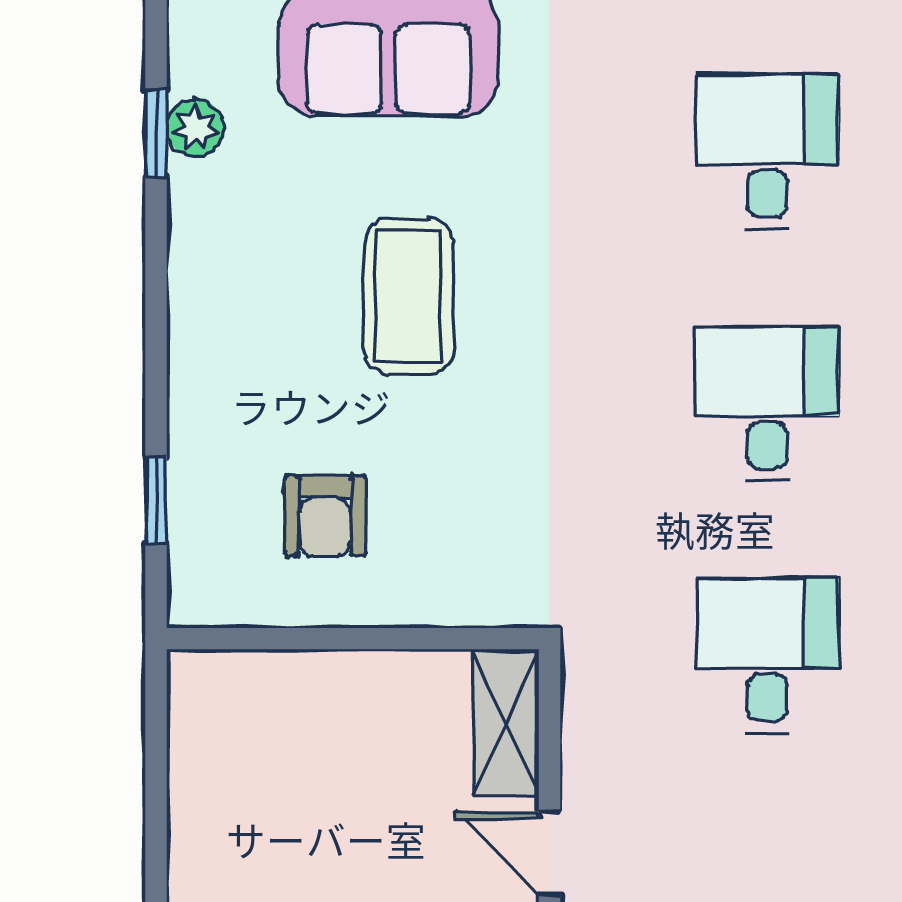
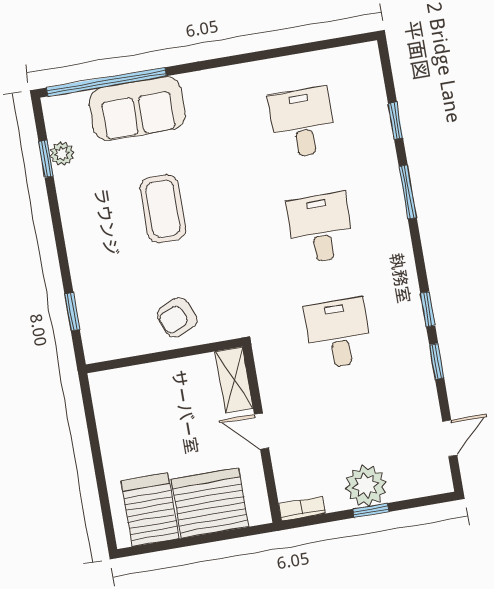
armchair: (325, 516) -> (177, 317), moved, turned 67

